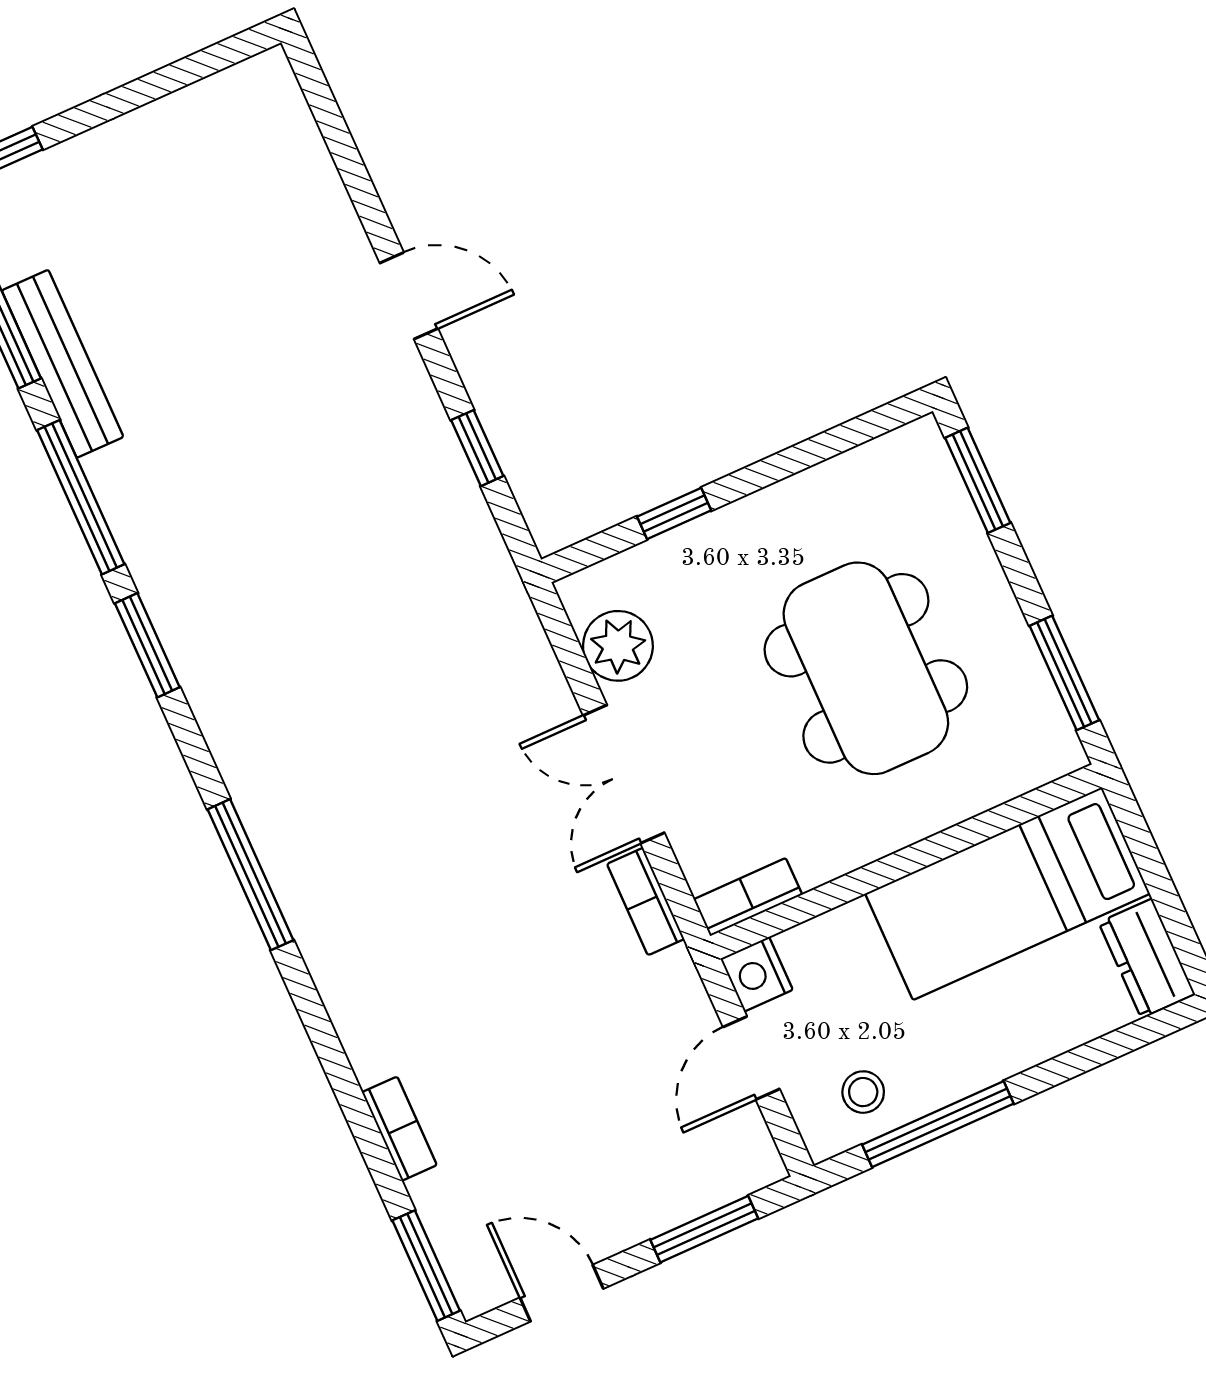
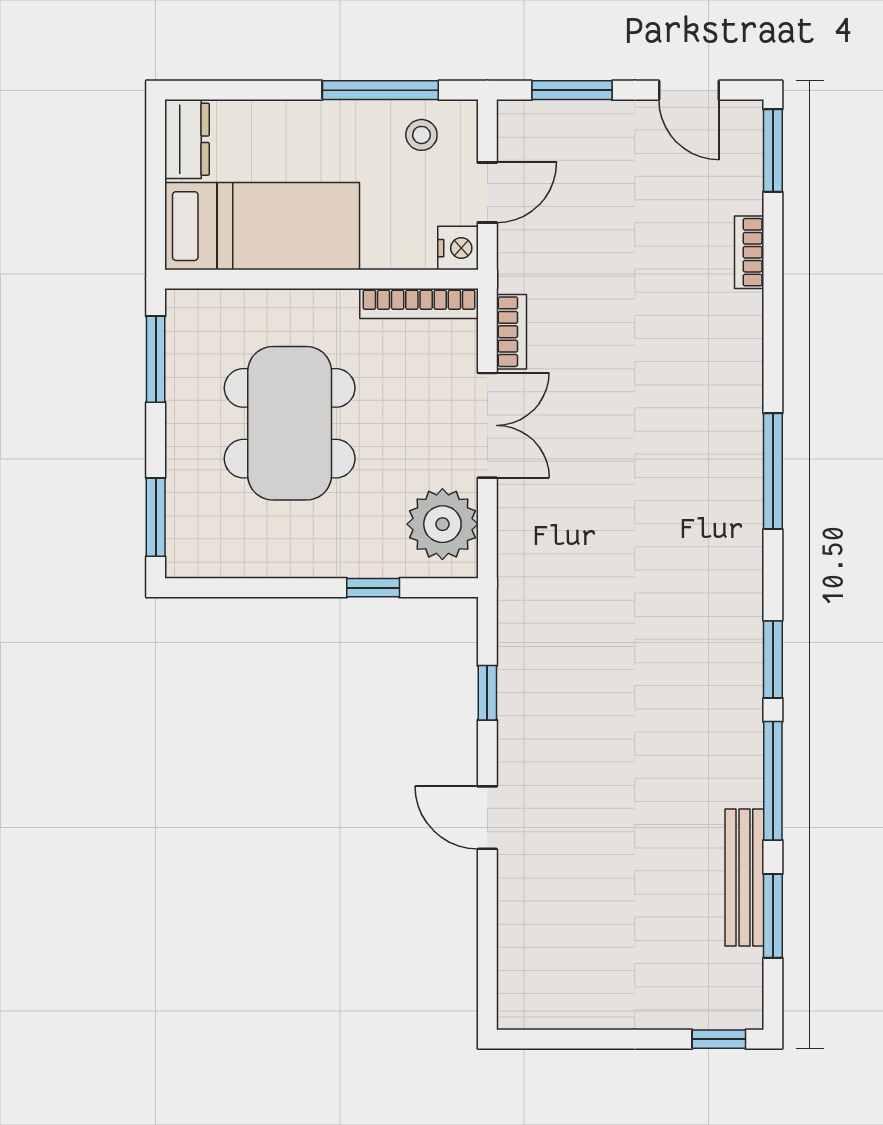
plant: (618, 646) -> (442, 524), width x1.36, depth x1.36
bookcase: (748, 897) -> (419, 303), width x1.56

